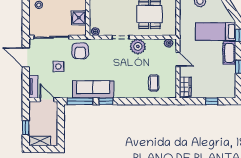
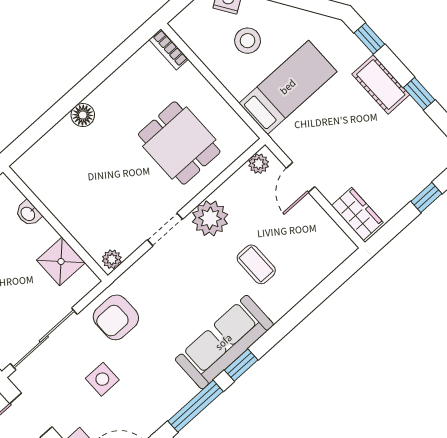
bed: (216, 32) -> (288, 87), moved, turned 180
armchair: (80, 51) -> (116, 317), turned 90
door: (178, 59) -> (301, 177), swing flipped
coffee table: (154, 83) -> (256, 264), moved
sofa: (93, 89) -> (224, 342), moved

